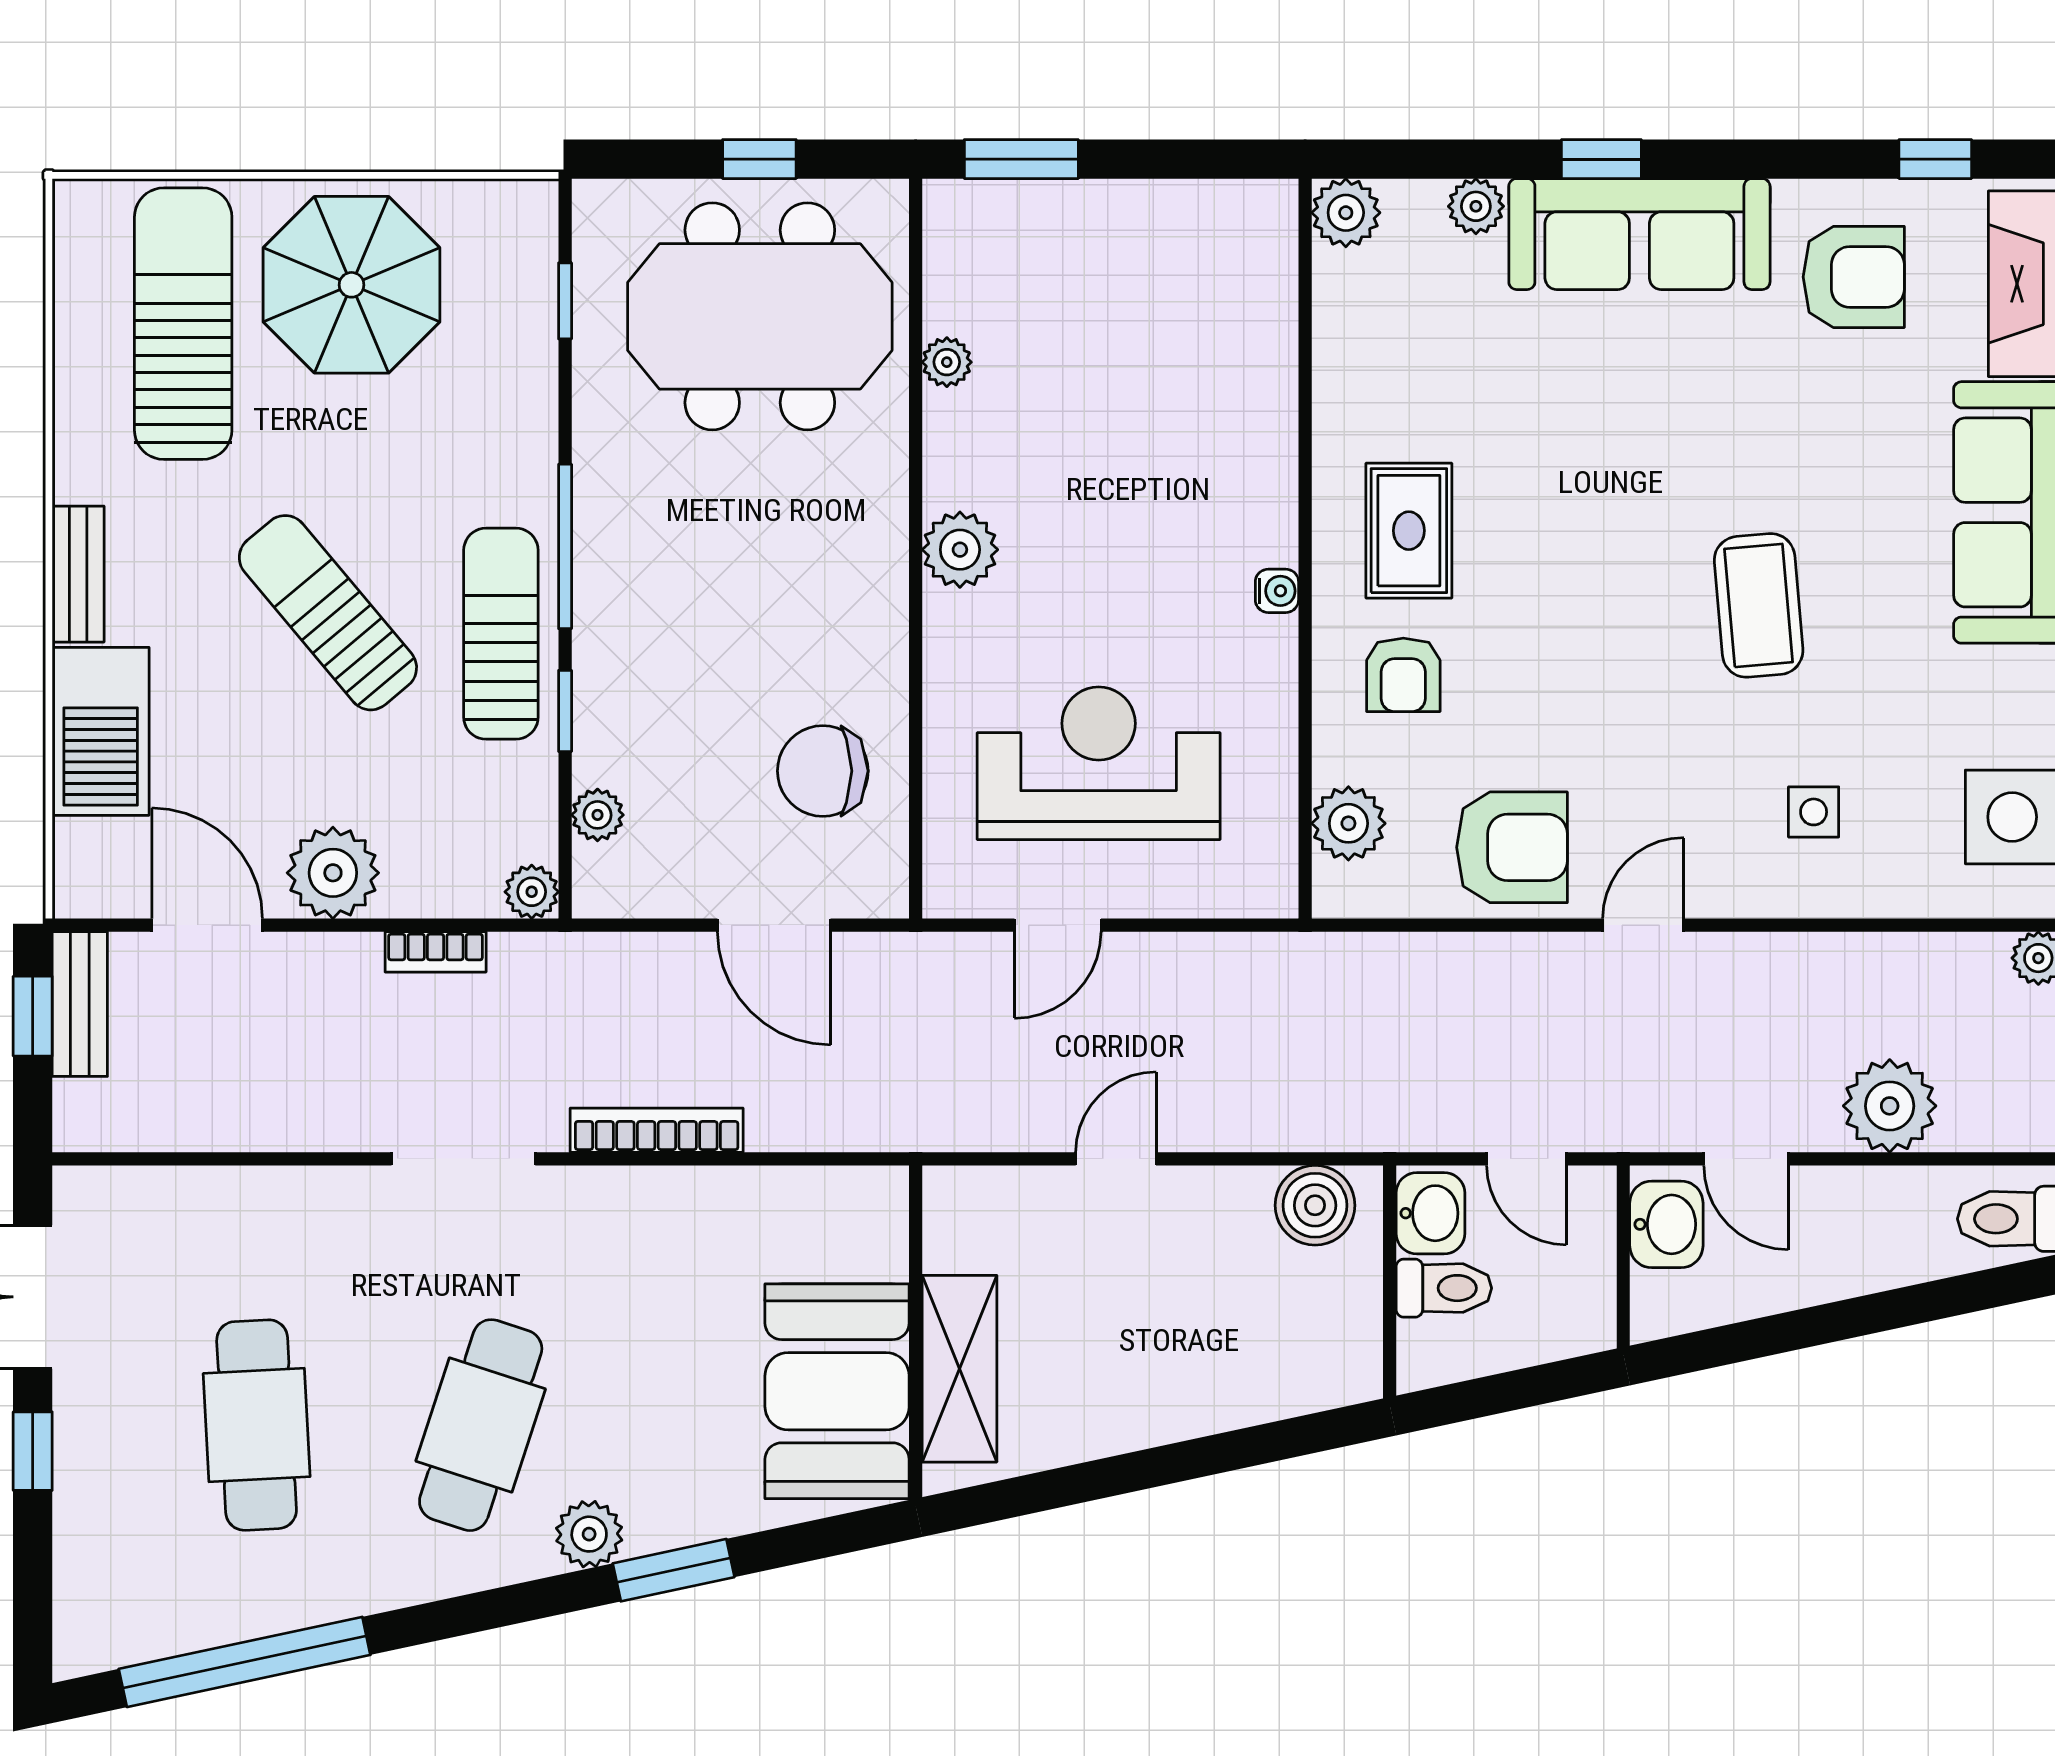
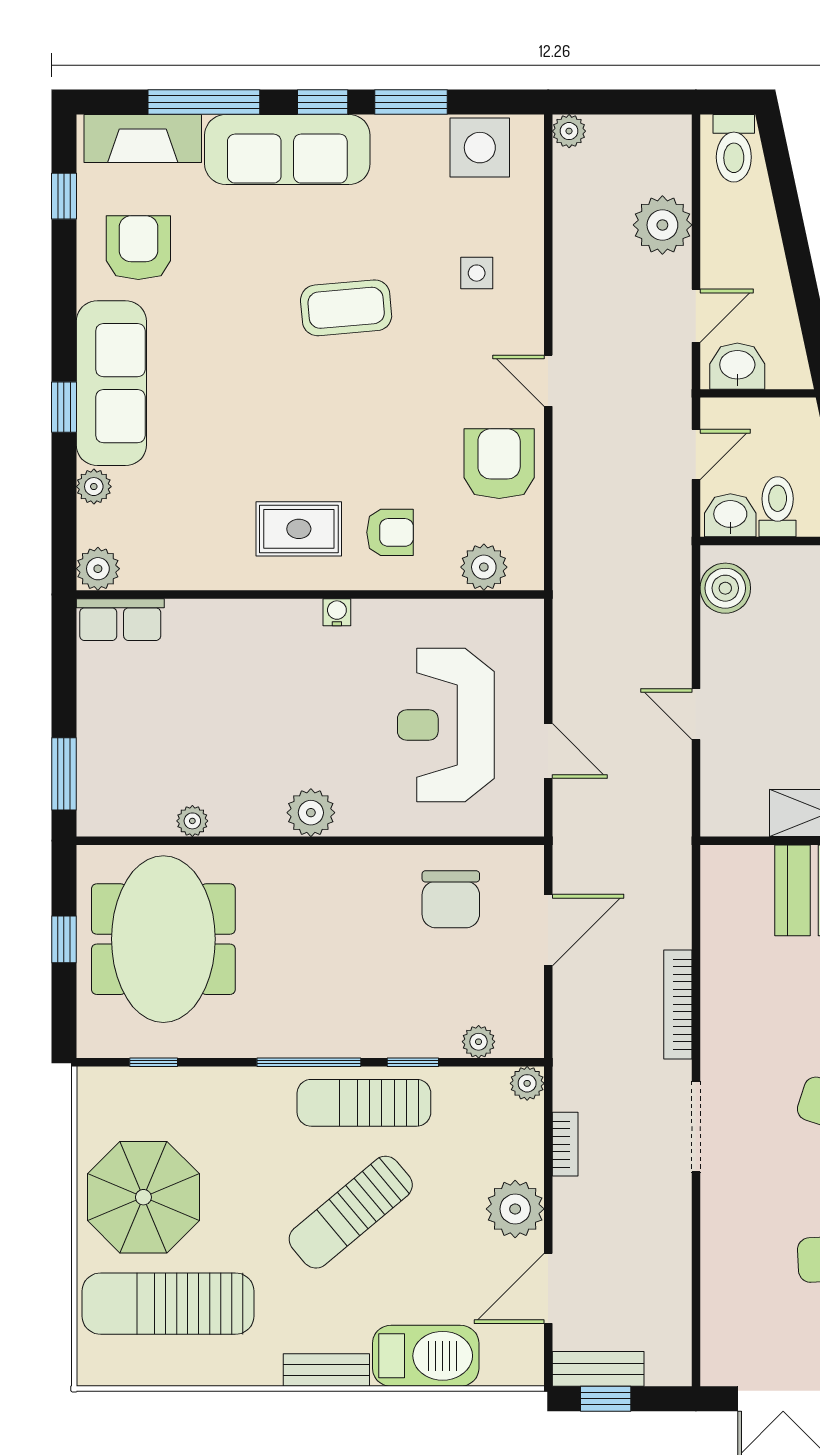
row of seats: (1265, 248) -> (120, 620), added

